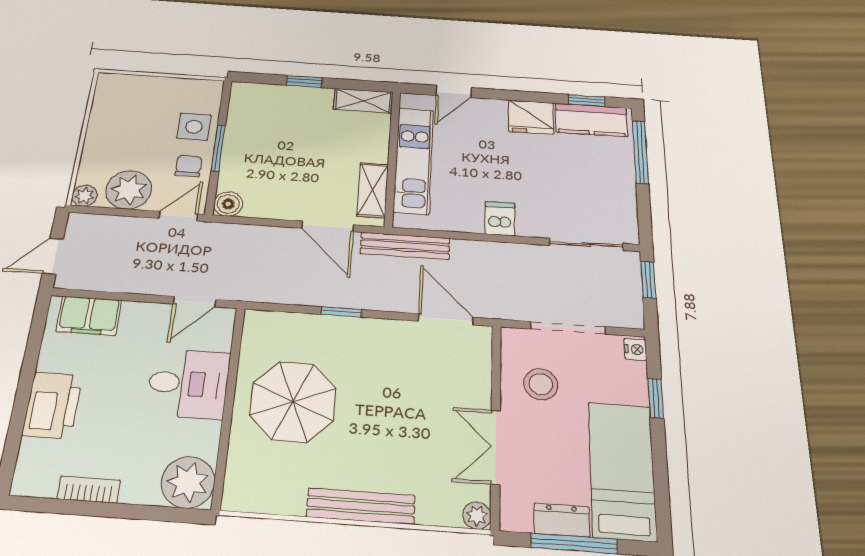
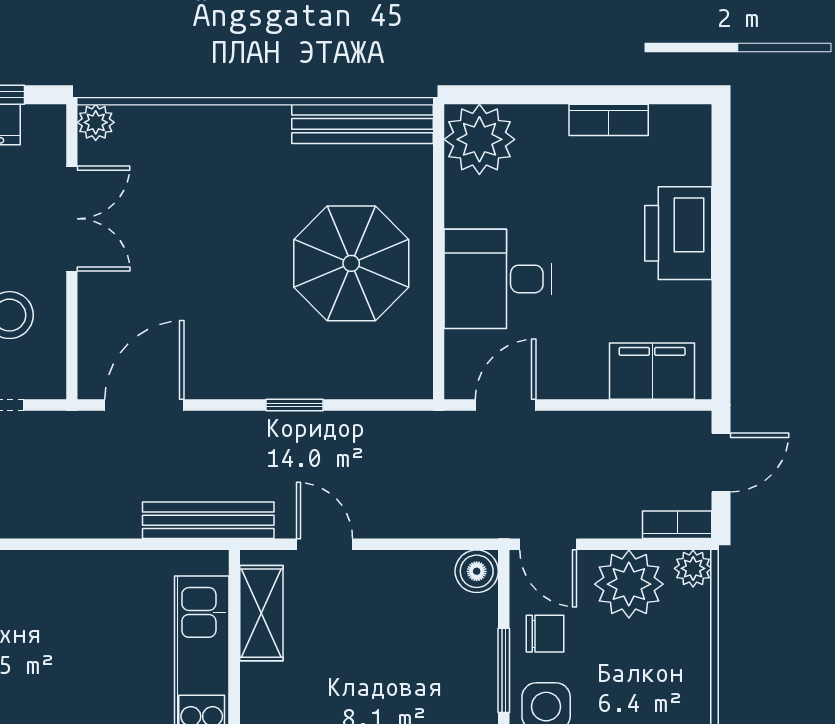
chair: (188, 166) -> (545, 634), turned -90
door: (178, 216) -> (548, 544), hinge flipped
dishwasher: (500, 219) -> (68, 578), removed
bookcase: (90, 221) -> (677, 525), added
door: (328, 226) -> (325, 544), width x0.73
door: (446, 319) -> (144, 405), swing flipped
bench: (361, 506) -> (362, 124), moved

